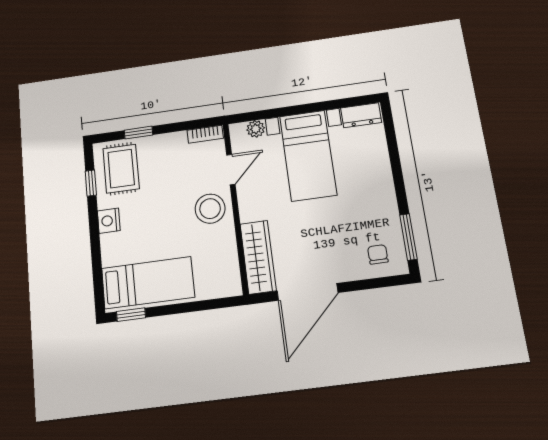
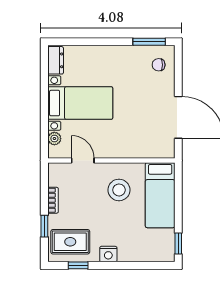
bookcase: (205, 134) -> (53, 200), moved
stool: (210, 209) -> (119, 190), moved
wardrobe: (258, 257) -> (149, 149), removed
bed: (148, 283) -> (160, 195), moved, turned 180

